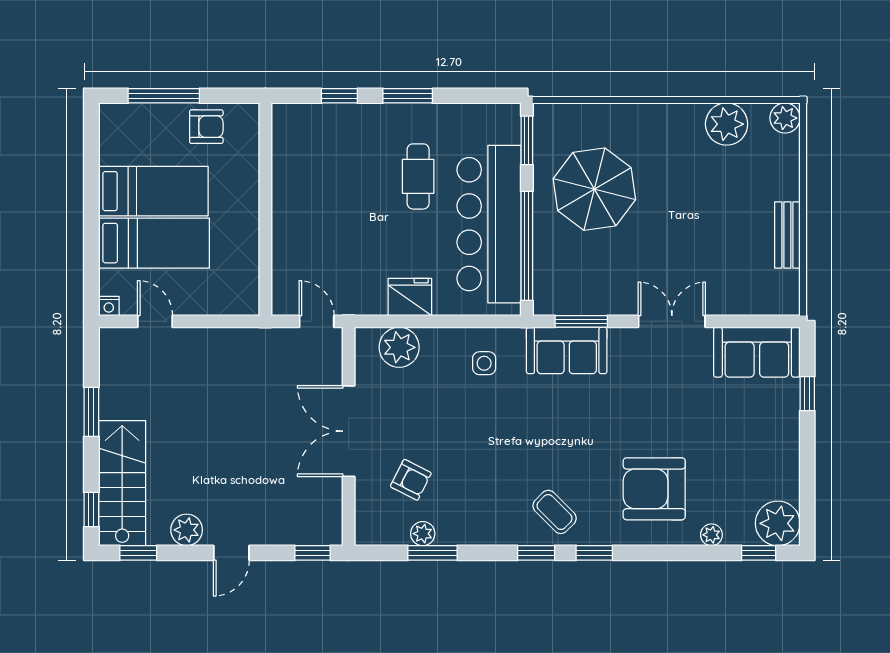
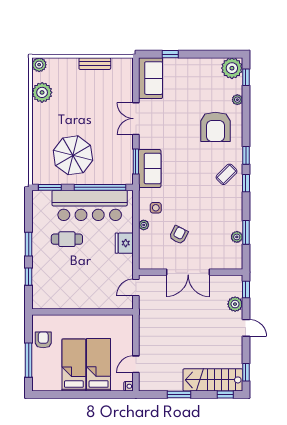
plant: (399, 347) -> (144, 225), moved, width x0.53, depth x0.53
armchair: (411, 480) -> (179, 235), moved
plant: (187, 530) -> (235, 304), moved

